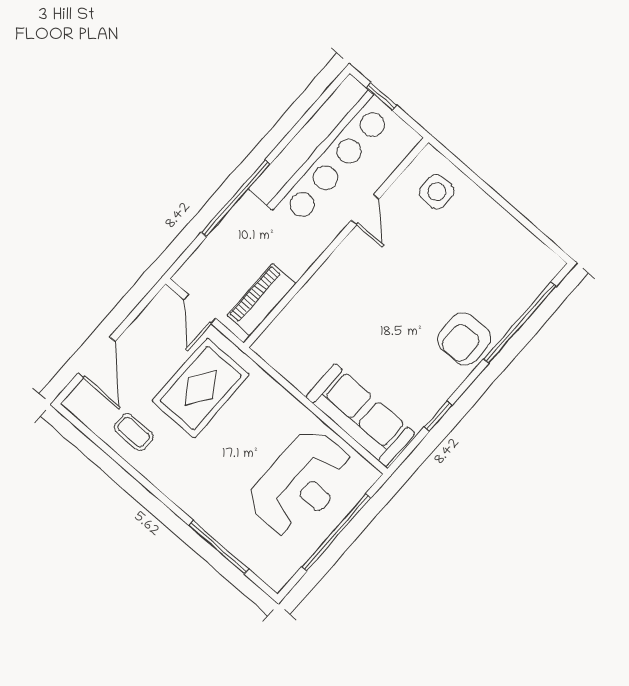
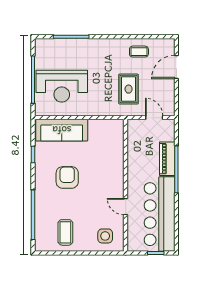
coffee table: (494, 251) -> (65, 232), added
piano: (261, 300) -> (167, 159), moved, turned 180
armchair: (464, 339) -> (67, 177), moved
door: (97, 357) -> (176, 67), hinge flipped
rug: (201, 388) -> (129, 89), width x0.73, depth x0.70
reception desk: (301, 483) -> (62, 86), turned -90

